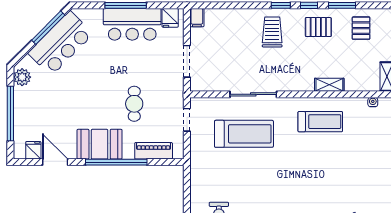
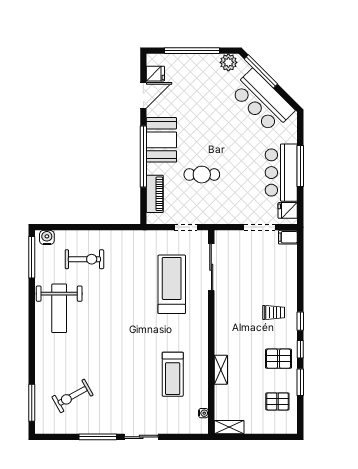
pallet: (318, 27) -> (279, 359), turned 90
window: (48, 28) -> (261, 71), moved
trolley: (272, 32) -> (274, 312), width x0.73, depth x0.72
doorway: (187, 61) -> (259, 227), moved
sliding door: (253, 94) -> (211, 267), moved
treadmill: (320, 122) -> (173, 374), moved
treadmill: (244, 134) -> (172, 284), turned 180

